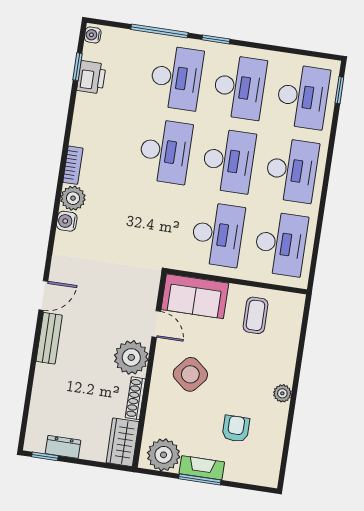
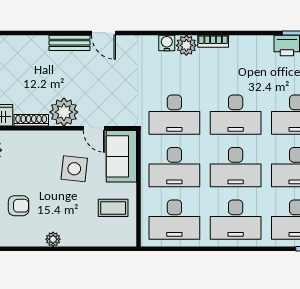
desk: (154, 225) -> (174, 115), added
door: (156, 324) -> (94, 128), hinge flipped
side table: (190, 374) -> (74, 169), moved, turned -34

